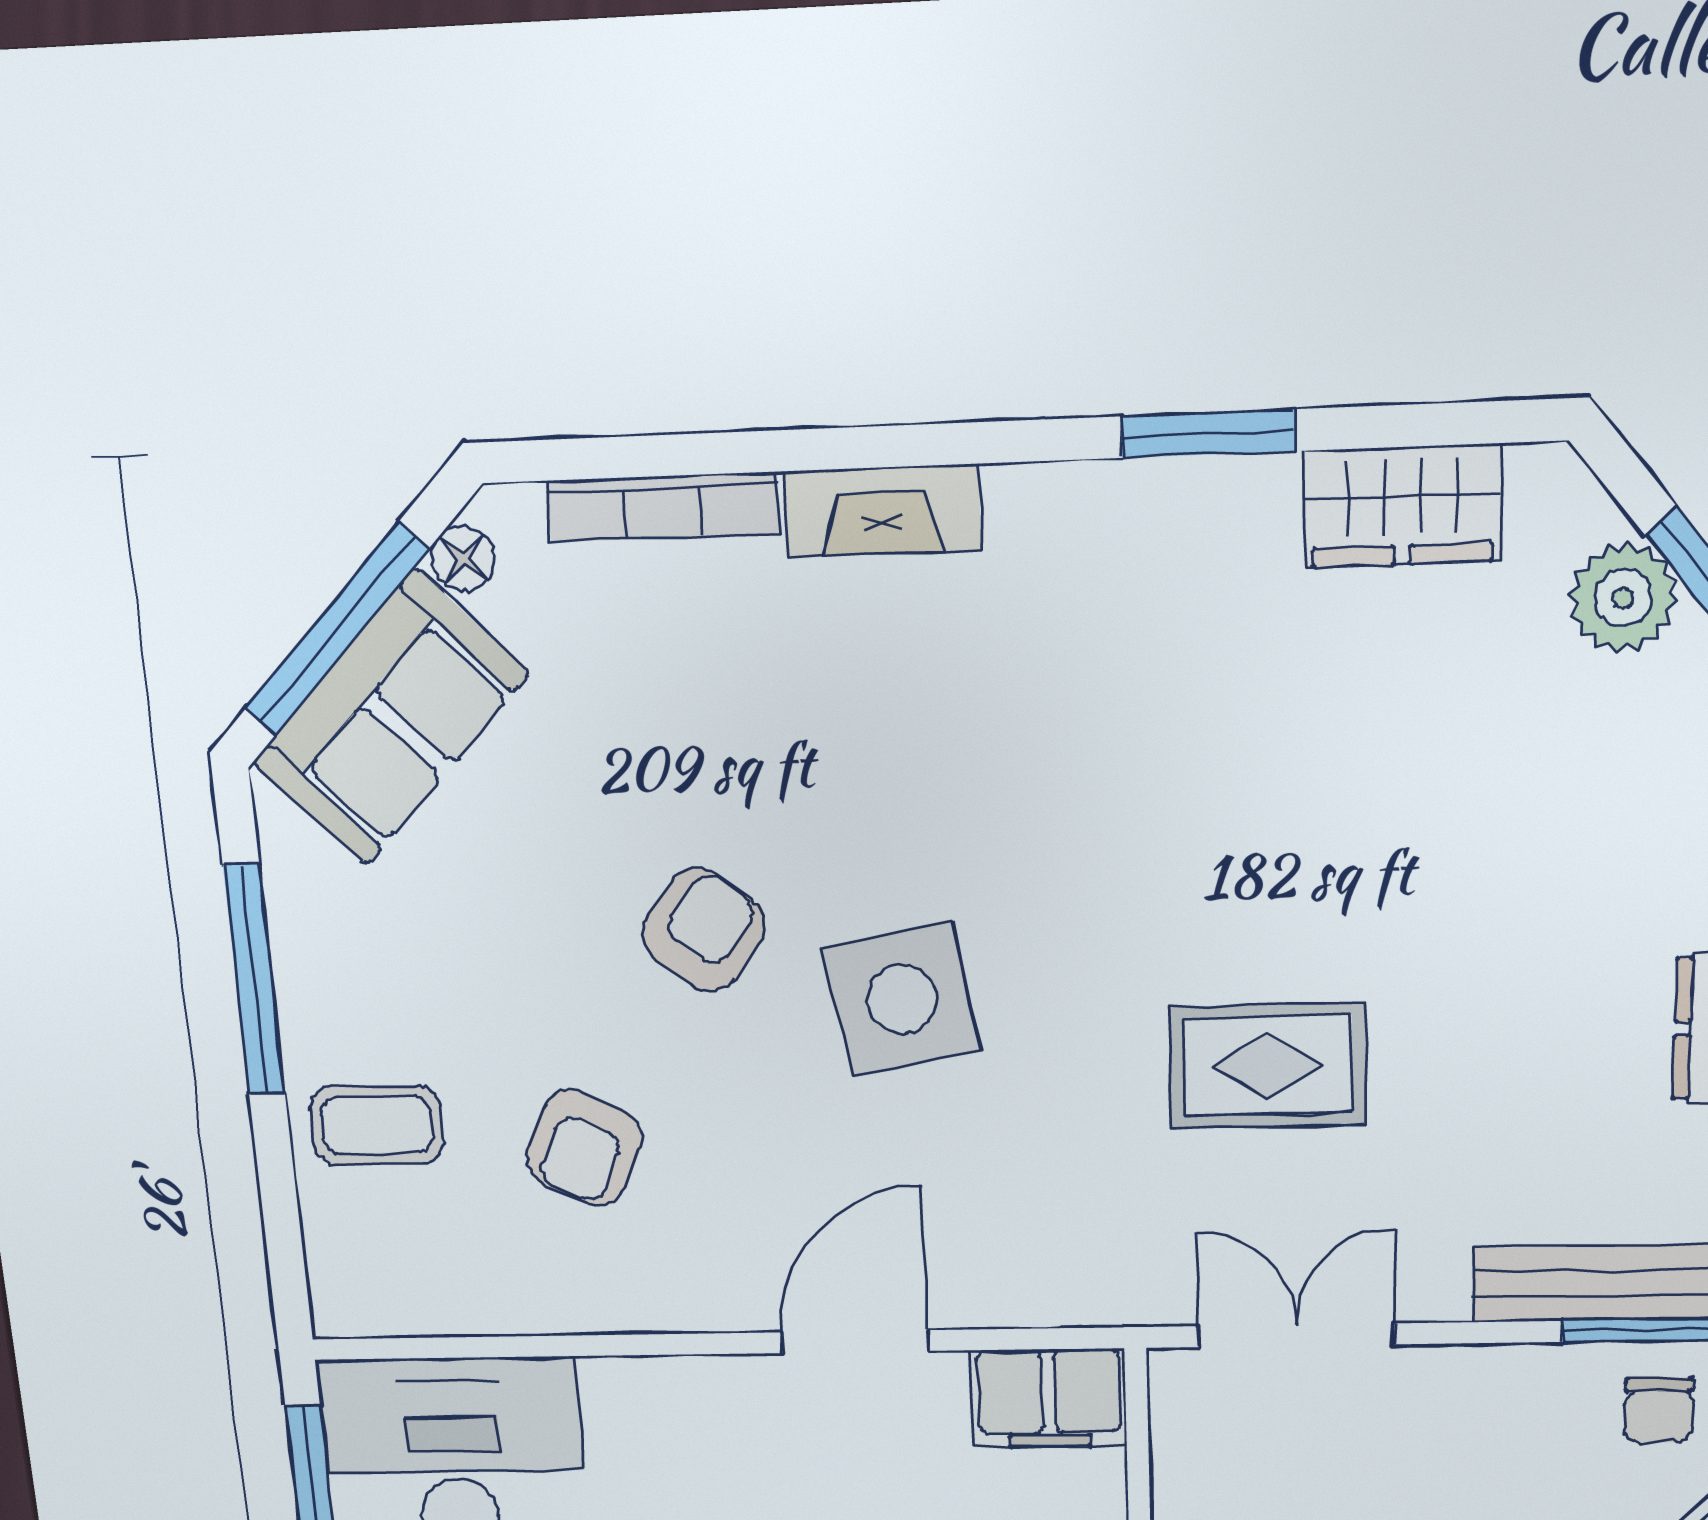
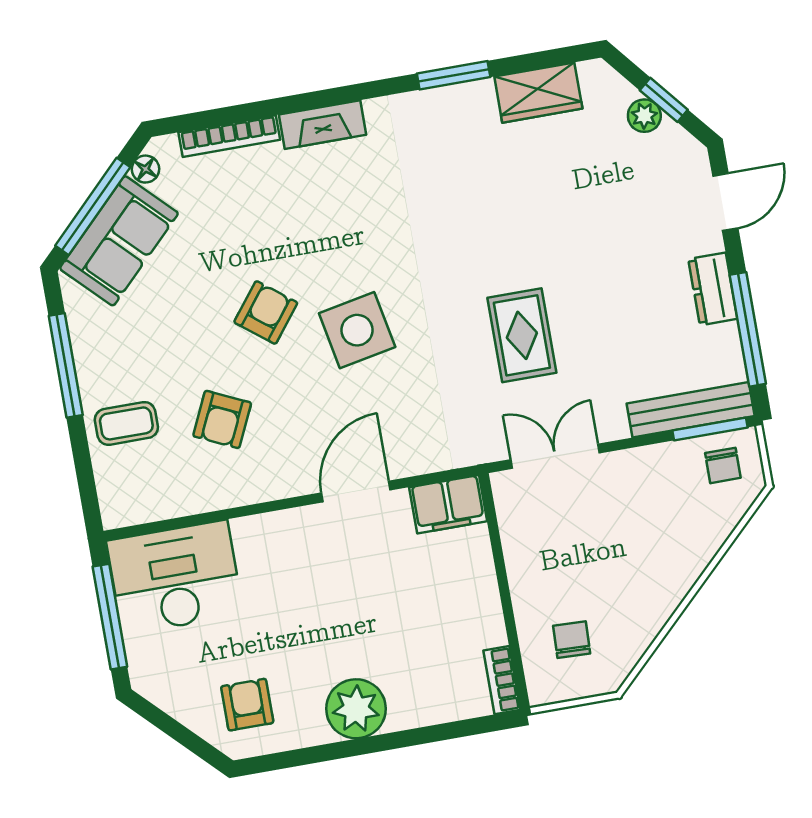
plant: (1623, 598) -> (644, 116), width x0.73, depth x0.73
rug: (1268, 1066) -> (522, 335), turned 90

